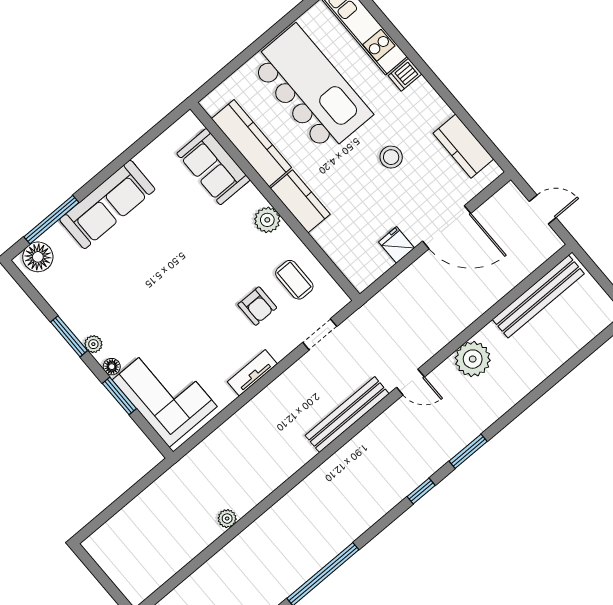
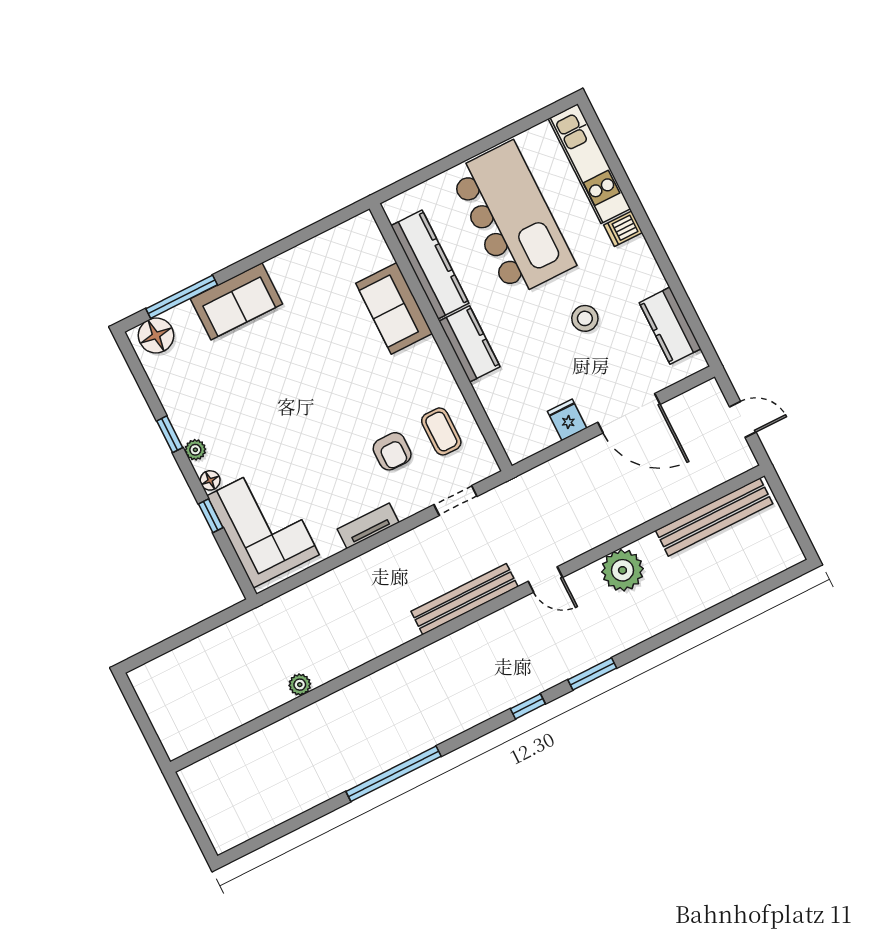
sofa: (213, 167) -> (394, 308), moved
sofa: (107, 204) -> (236, 301), width x0.73
plant: (267, 220) -> (427, 356), removed
window: (69, 336) -> (170, 434), width x0.67
window: (119, 396) -> (211, 516), width x0.67

